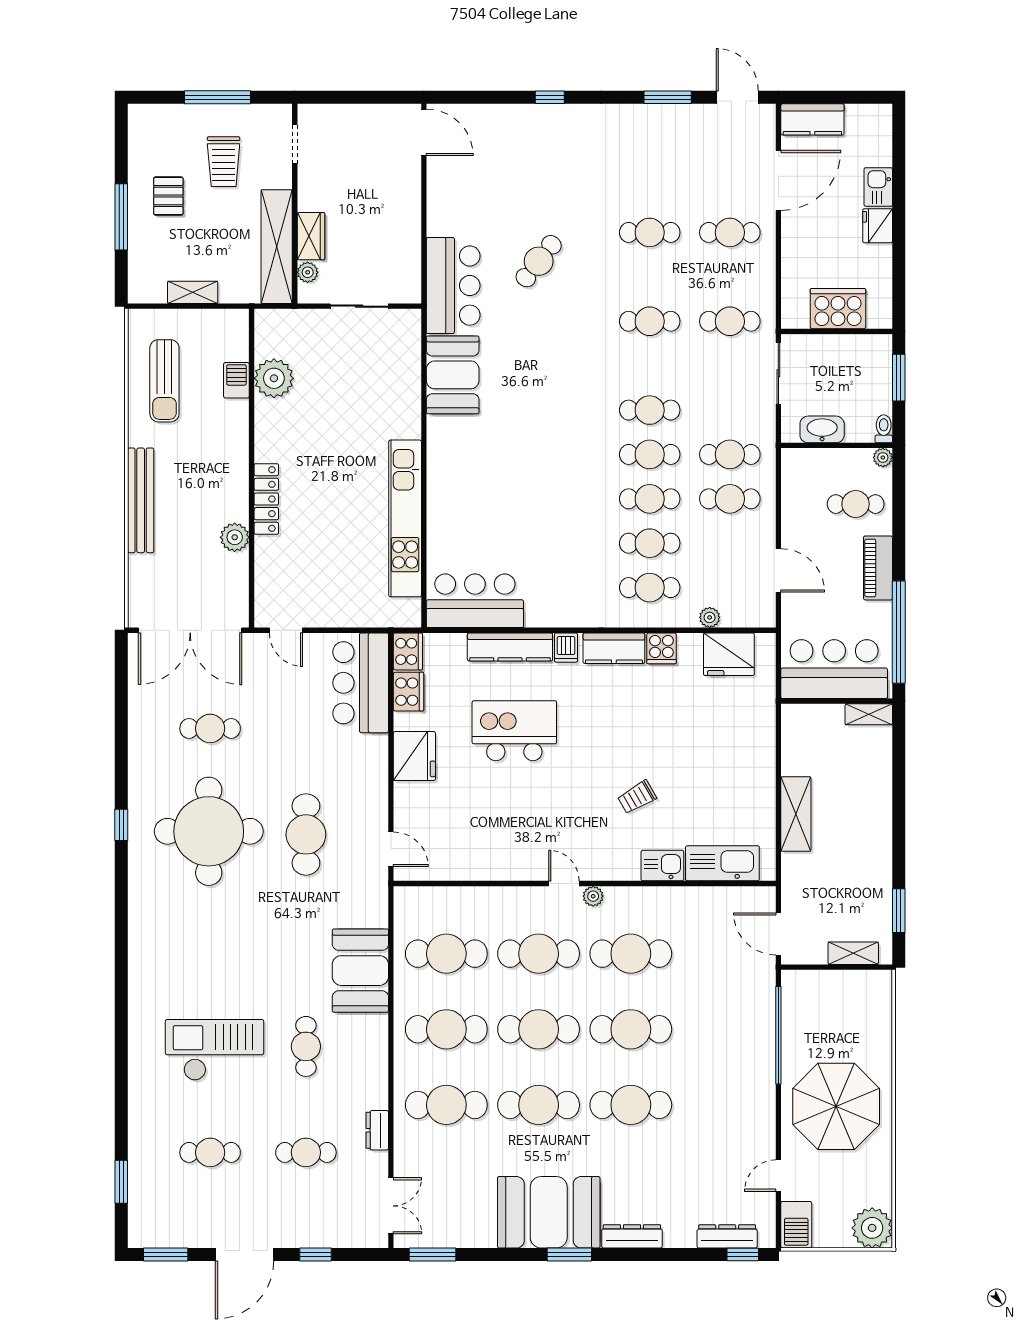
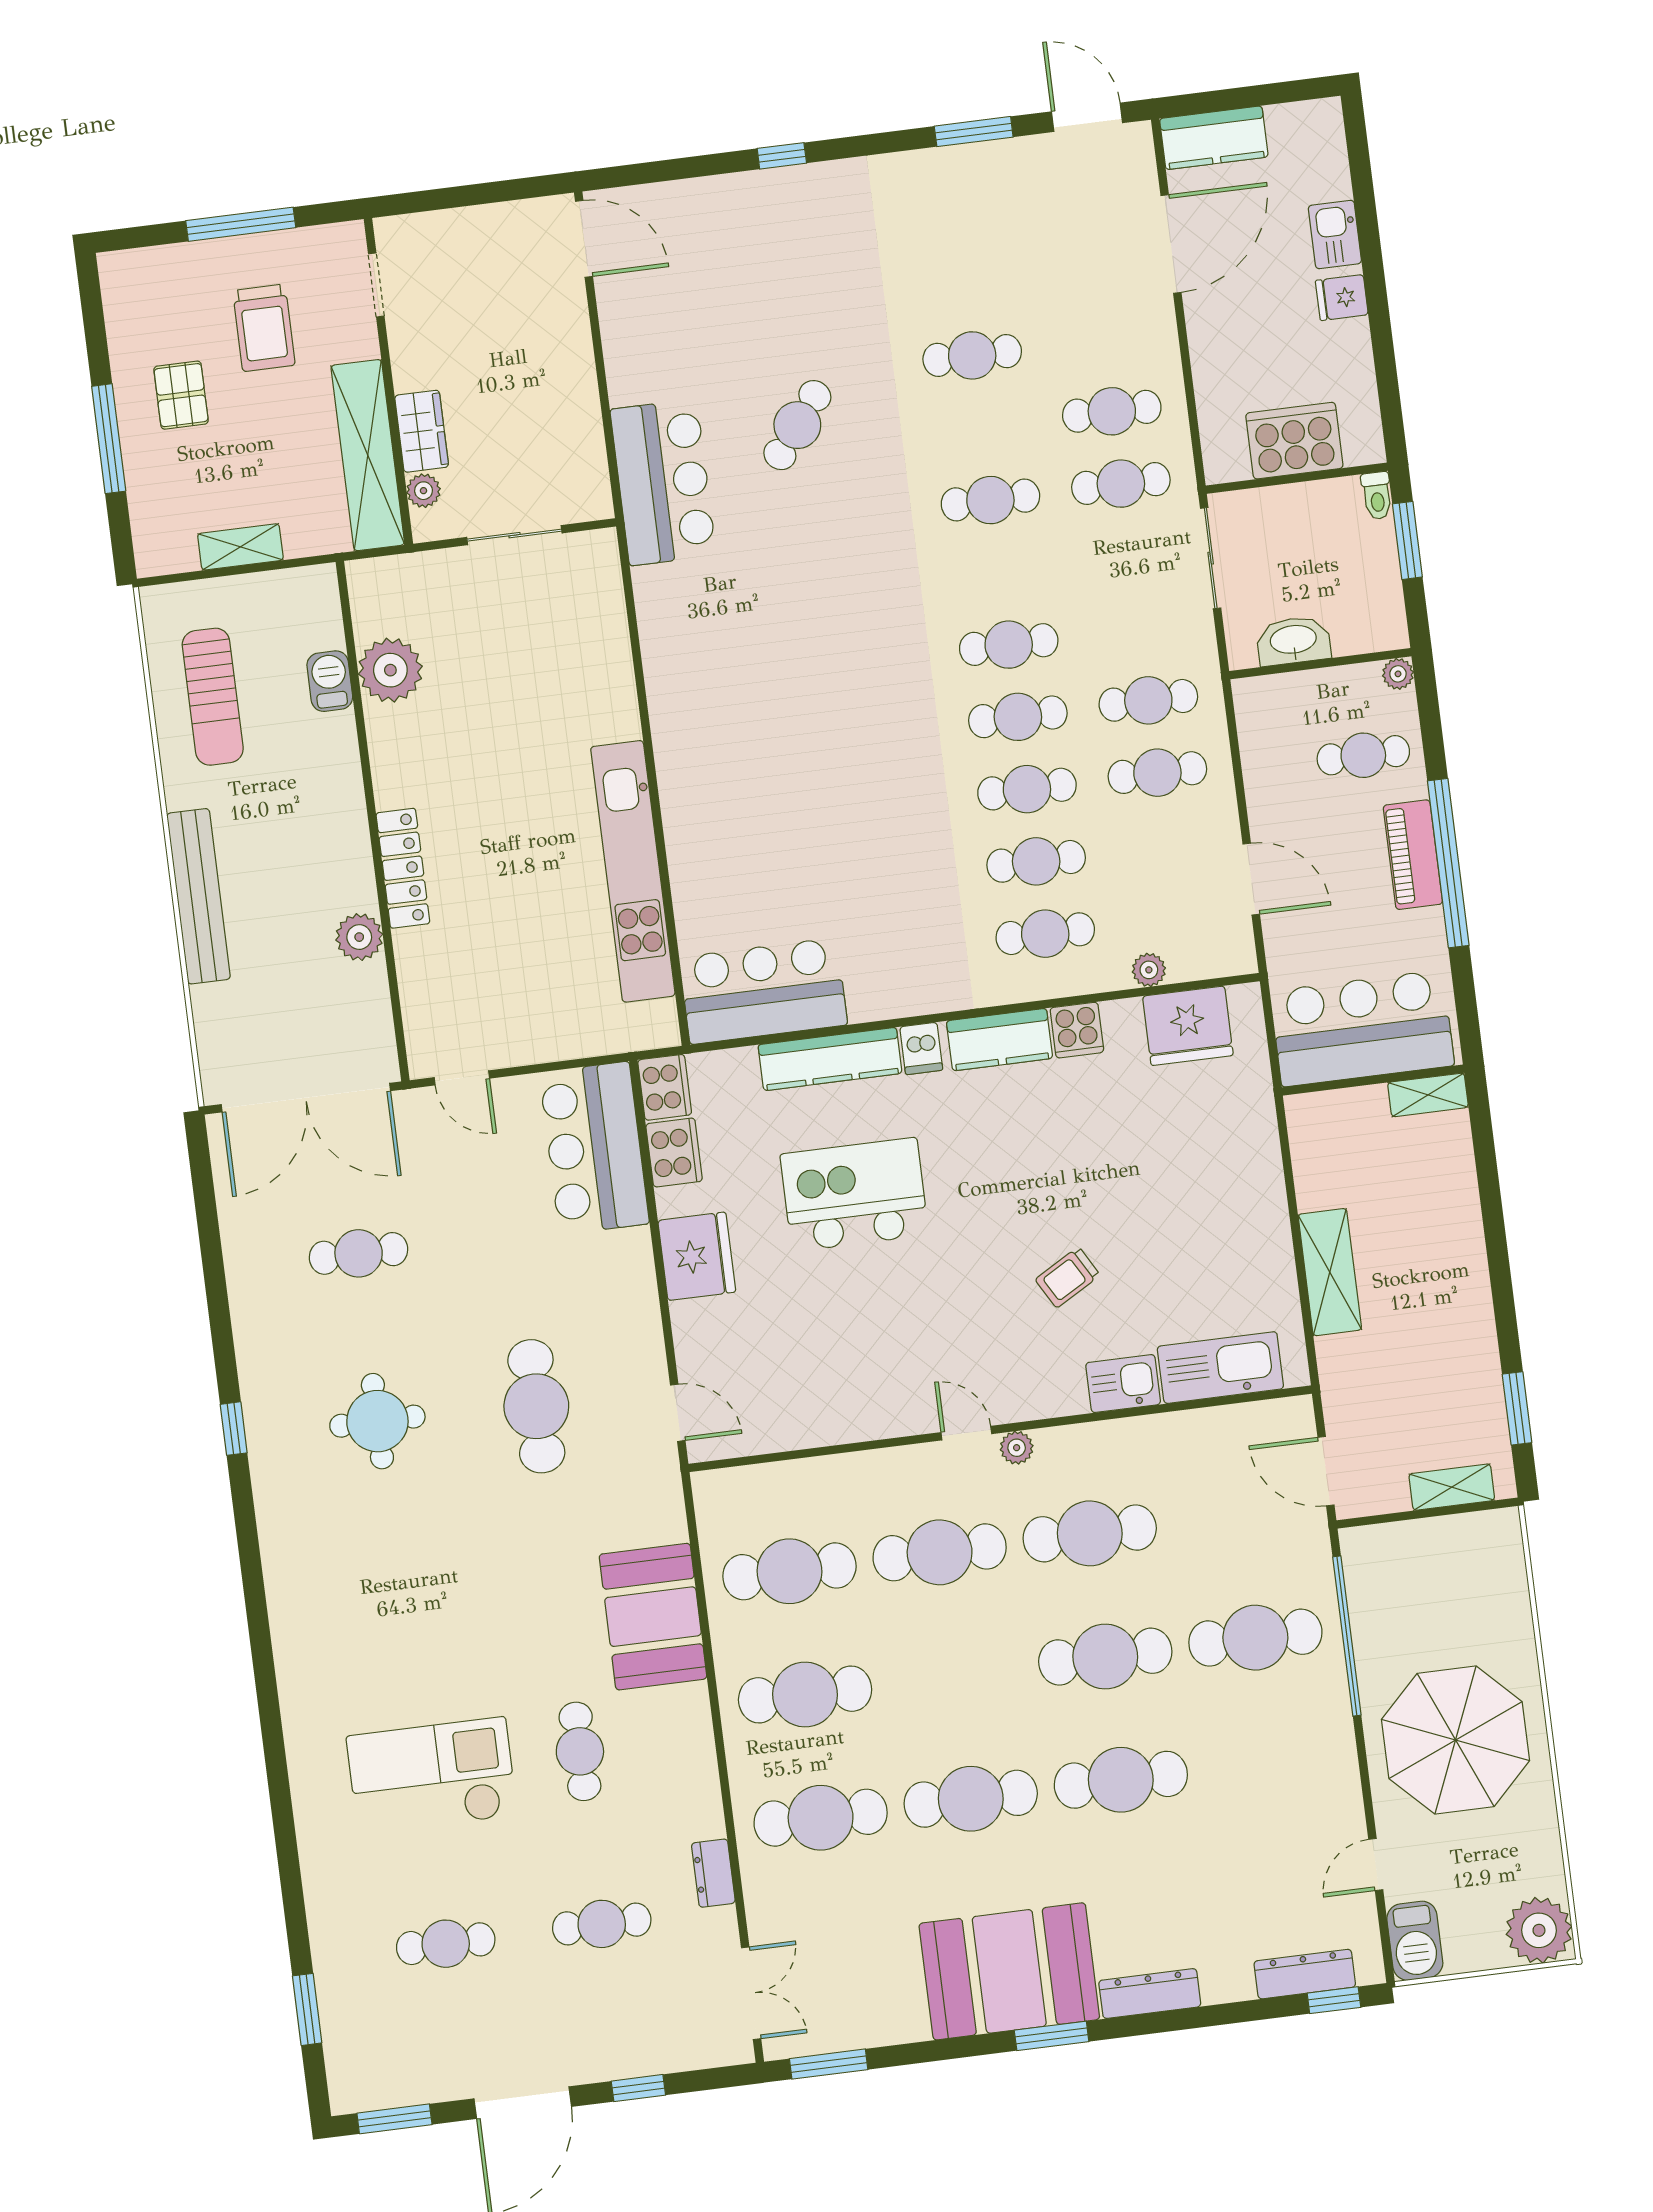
fridge: (878, 226) -> (1342, 298), width x0.72
cafe table: (730, 232) -> (1112, 411), moved
booth: (453, 375) -> (681, 628), removed
toilet: (884, 429) -> (1377, 496), moved, turned 180
window: (899, 632) -> (1448, 863), moved
round table: (209, 831) -> (377, 1421), width x0.54, depth x0.54
cafe table: (539, 1029) -> (1255, 1638), moved

